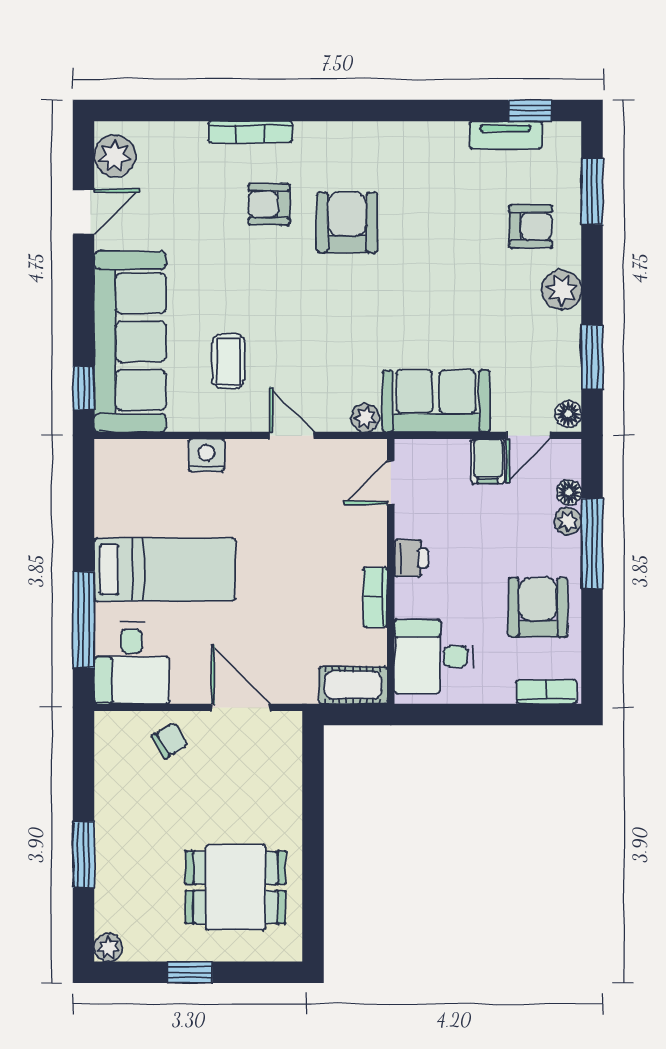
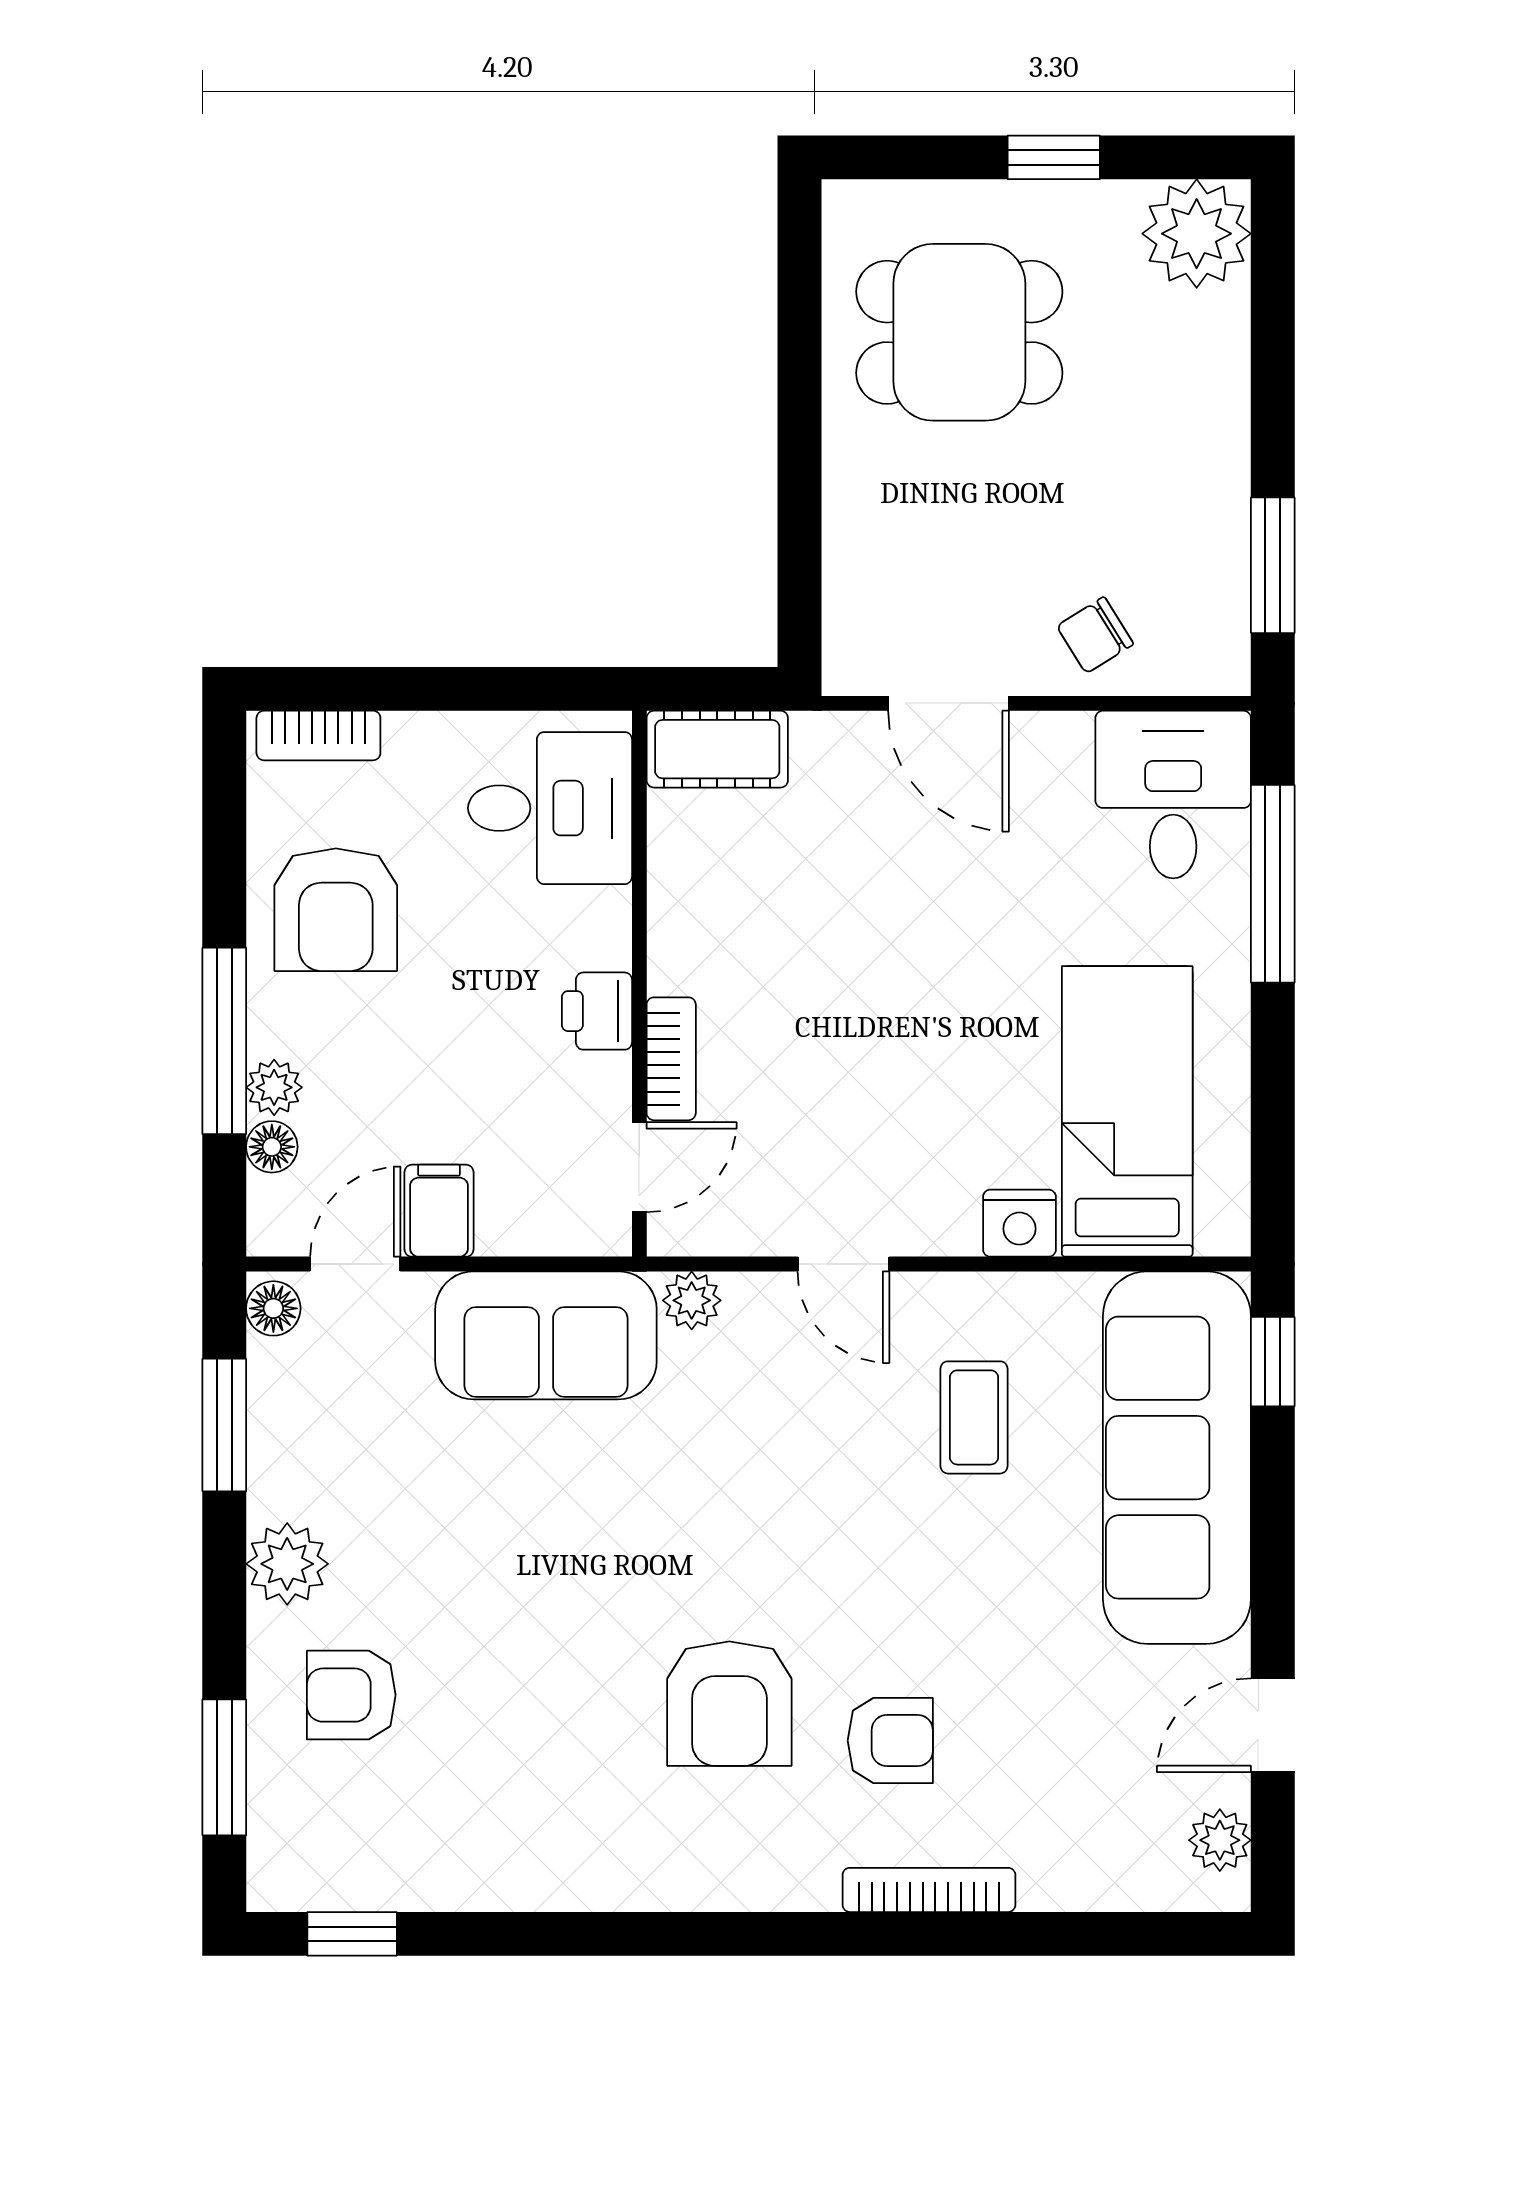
tv unit: (506, 135) -> (403, 1883), removed
plant: (115, 156) -> (1220, 1840), width x0.73, depth x0.73
bed: (165, 570) -> (1127, 1111), moved, turned 90
bookcase: (375, 597) -> (671, 1059), moved
window: (84, 855) -> (1273, 565), moved
plant: (108, 948) -> (1197, 234), width x1.88, depth x1.88

